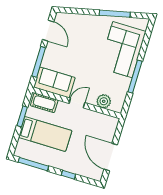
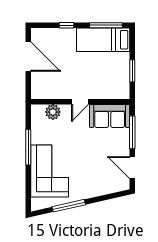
cot: (44, 103) -> (114, 92), removed
bed: (45, 134) -> (103, 40), moved

